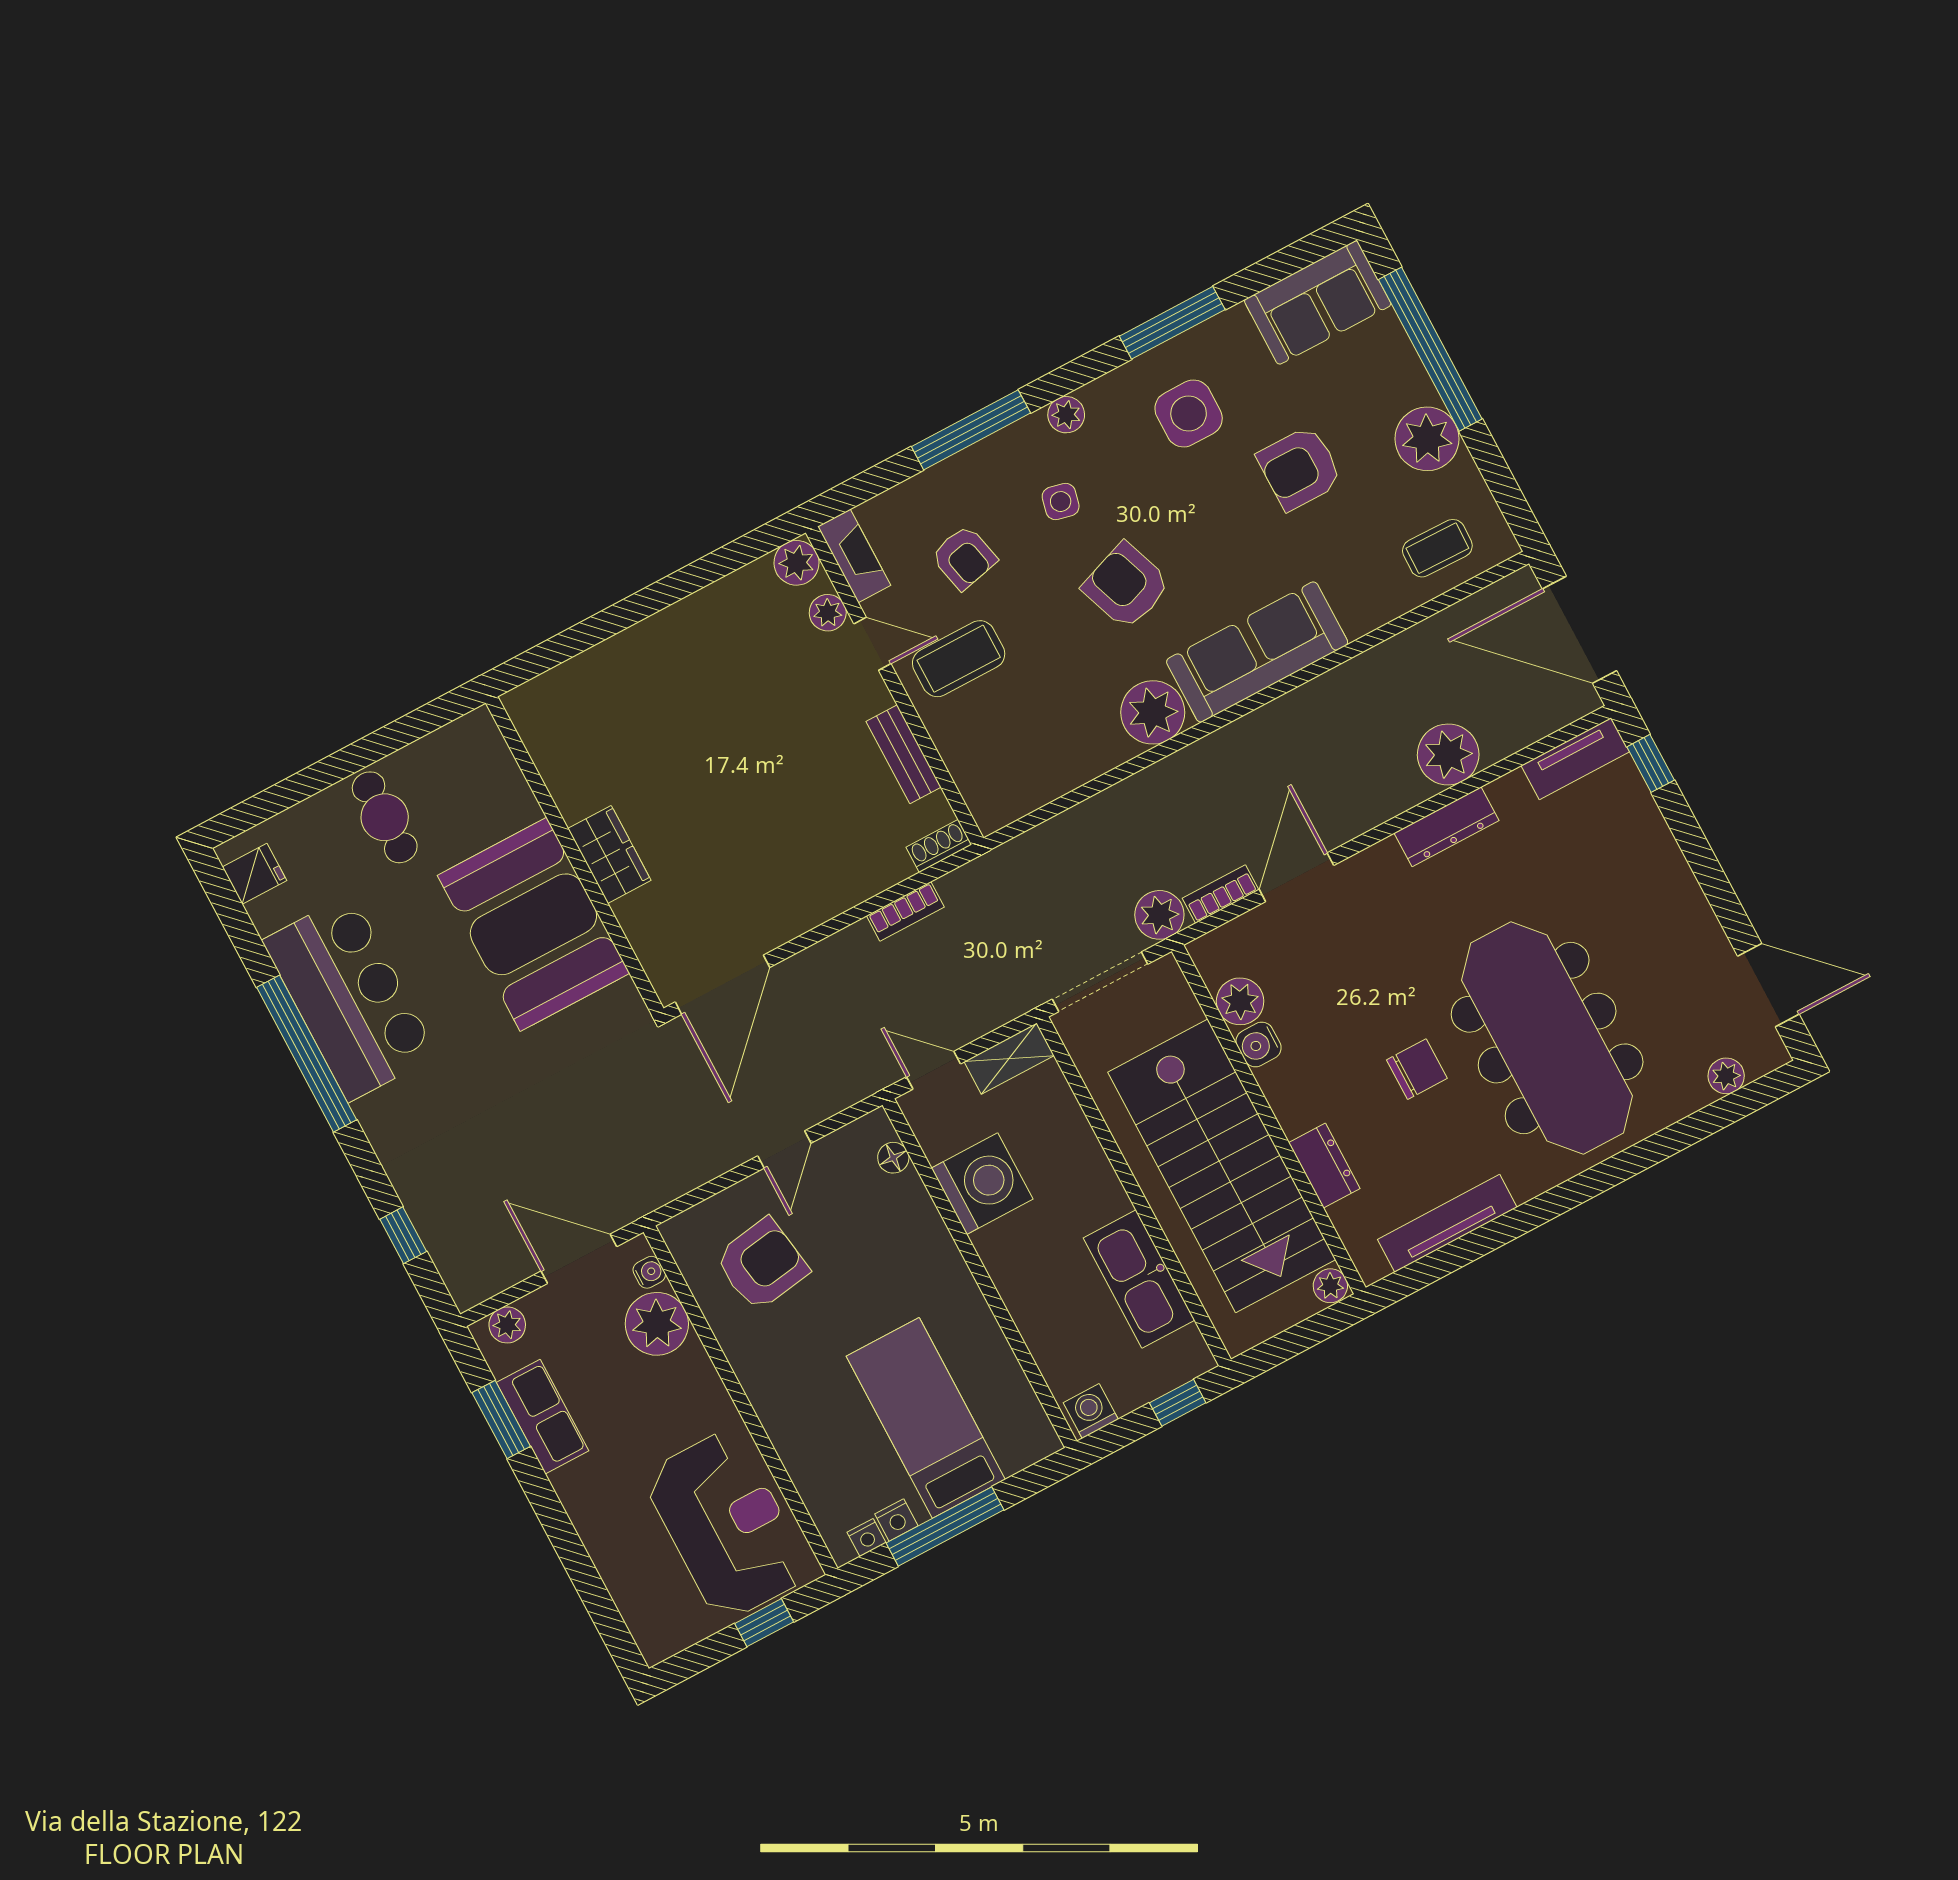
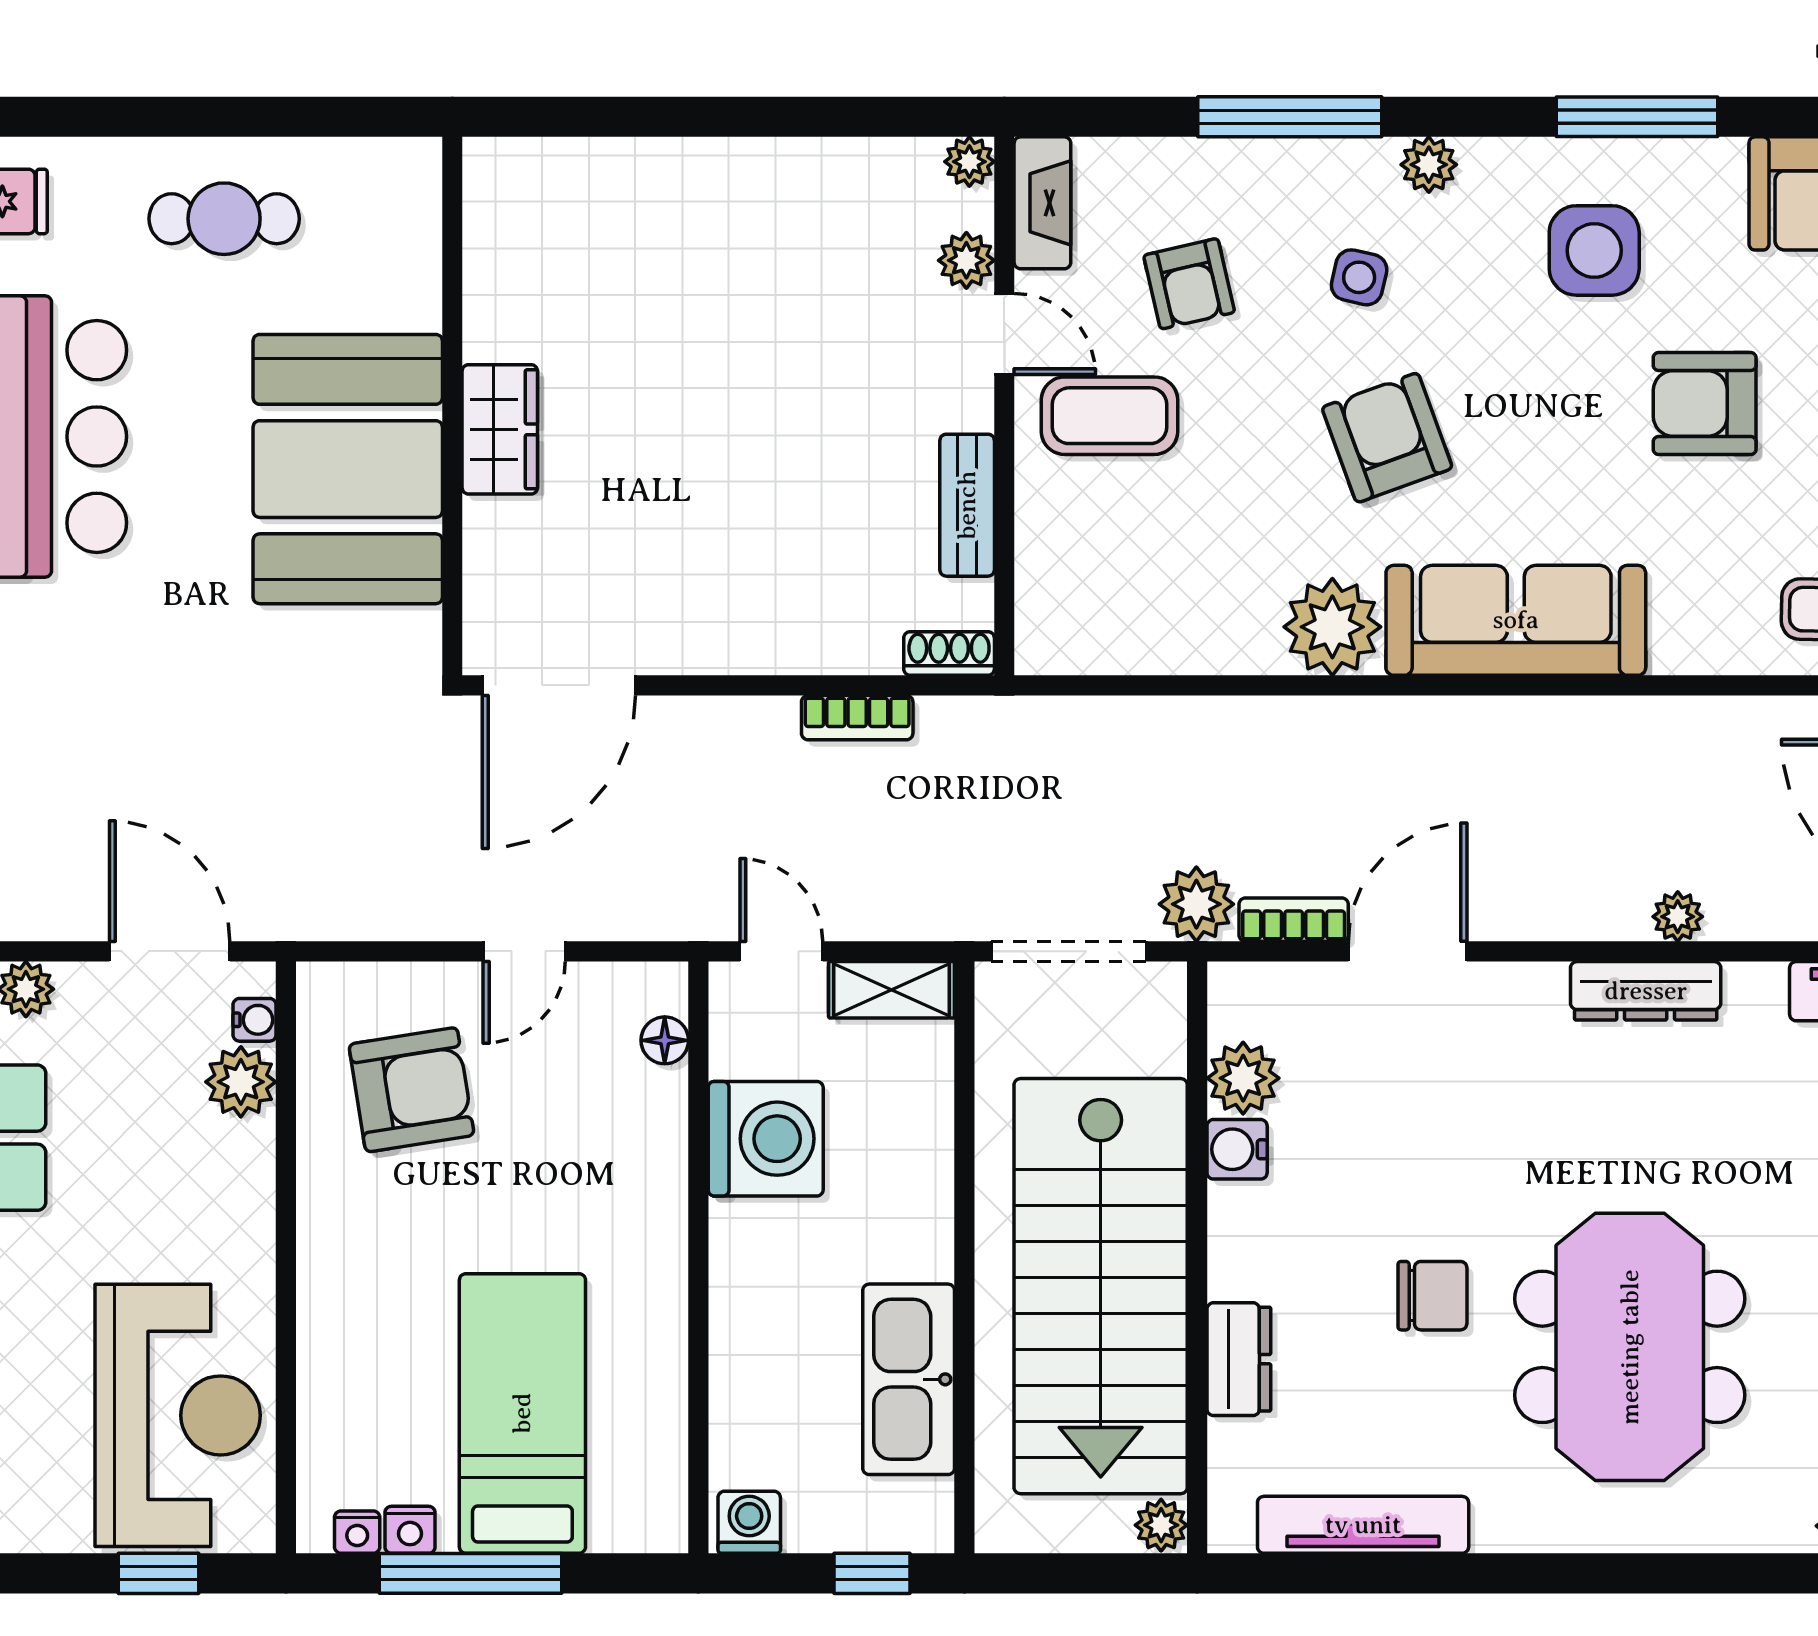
plant: (797, 563) -> (969, 162), width x0.73, depth x0.73
plant: (1448, 754) -> (1678, 917), width x0.53, depth x0.53
cafe table: (385, 817) -> (224, 219), turned 90
meeting table: (1547, 1038) -> (1630, 1347), width x0.73
plant: (657, 1324) -> (241, 1082), width x0.73, depth x0.73

